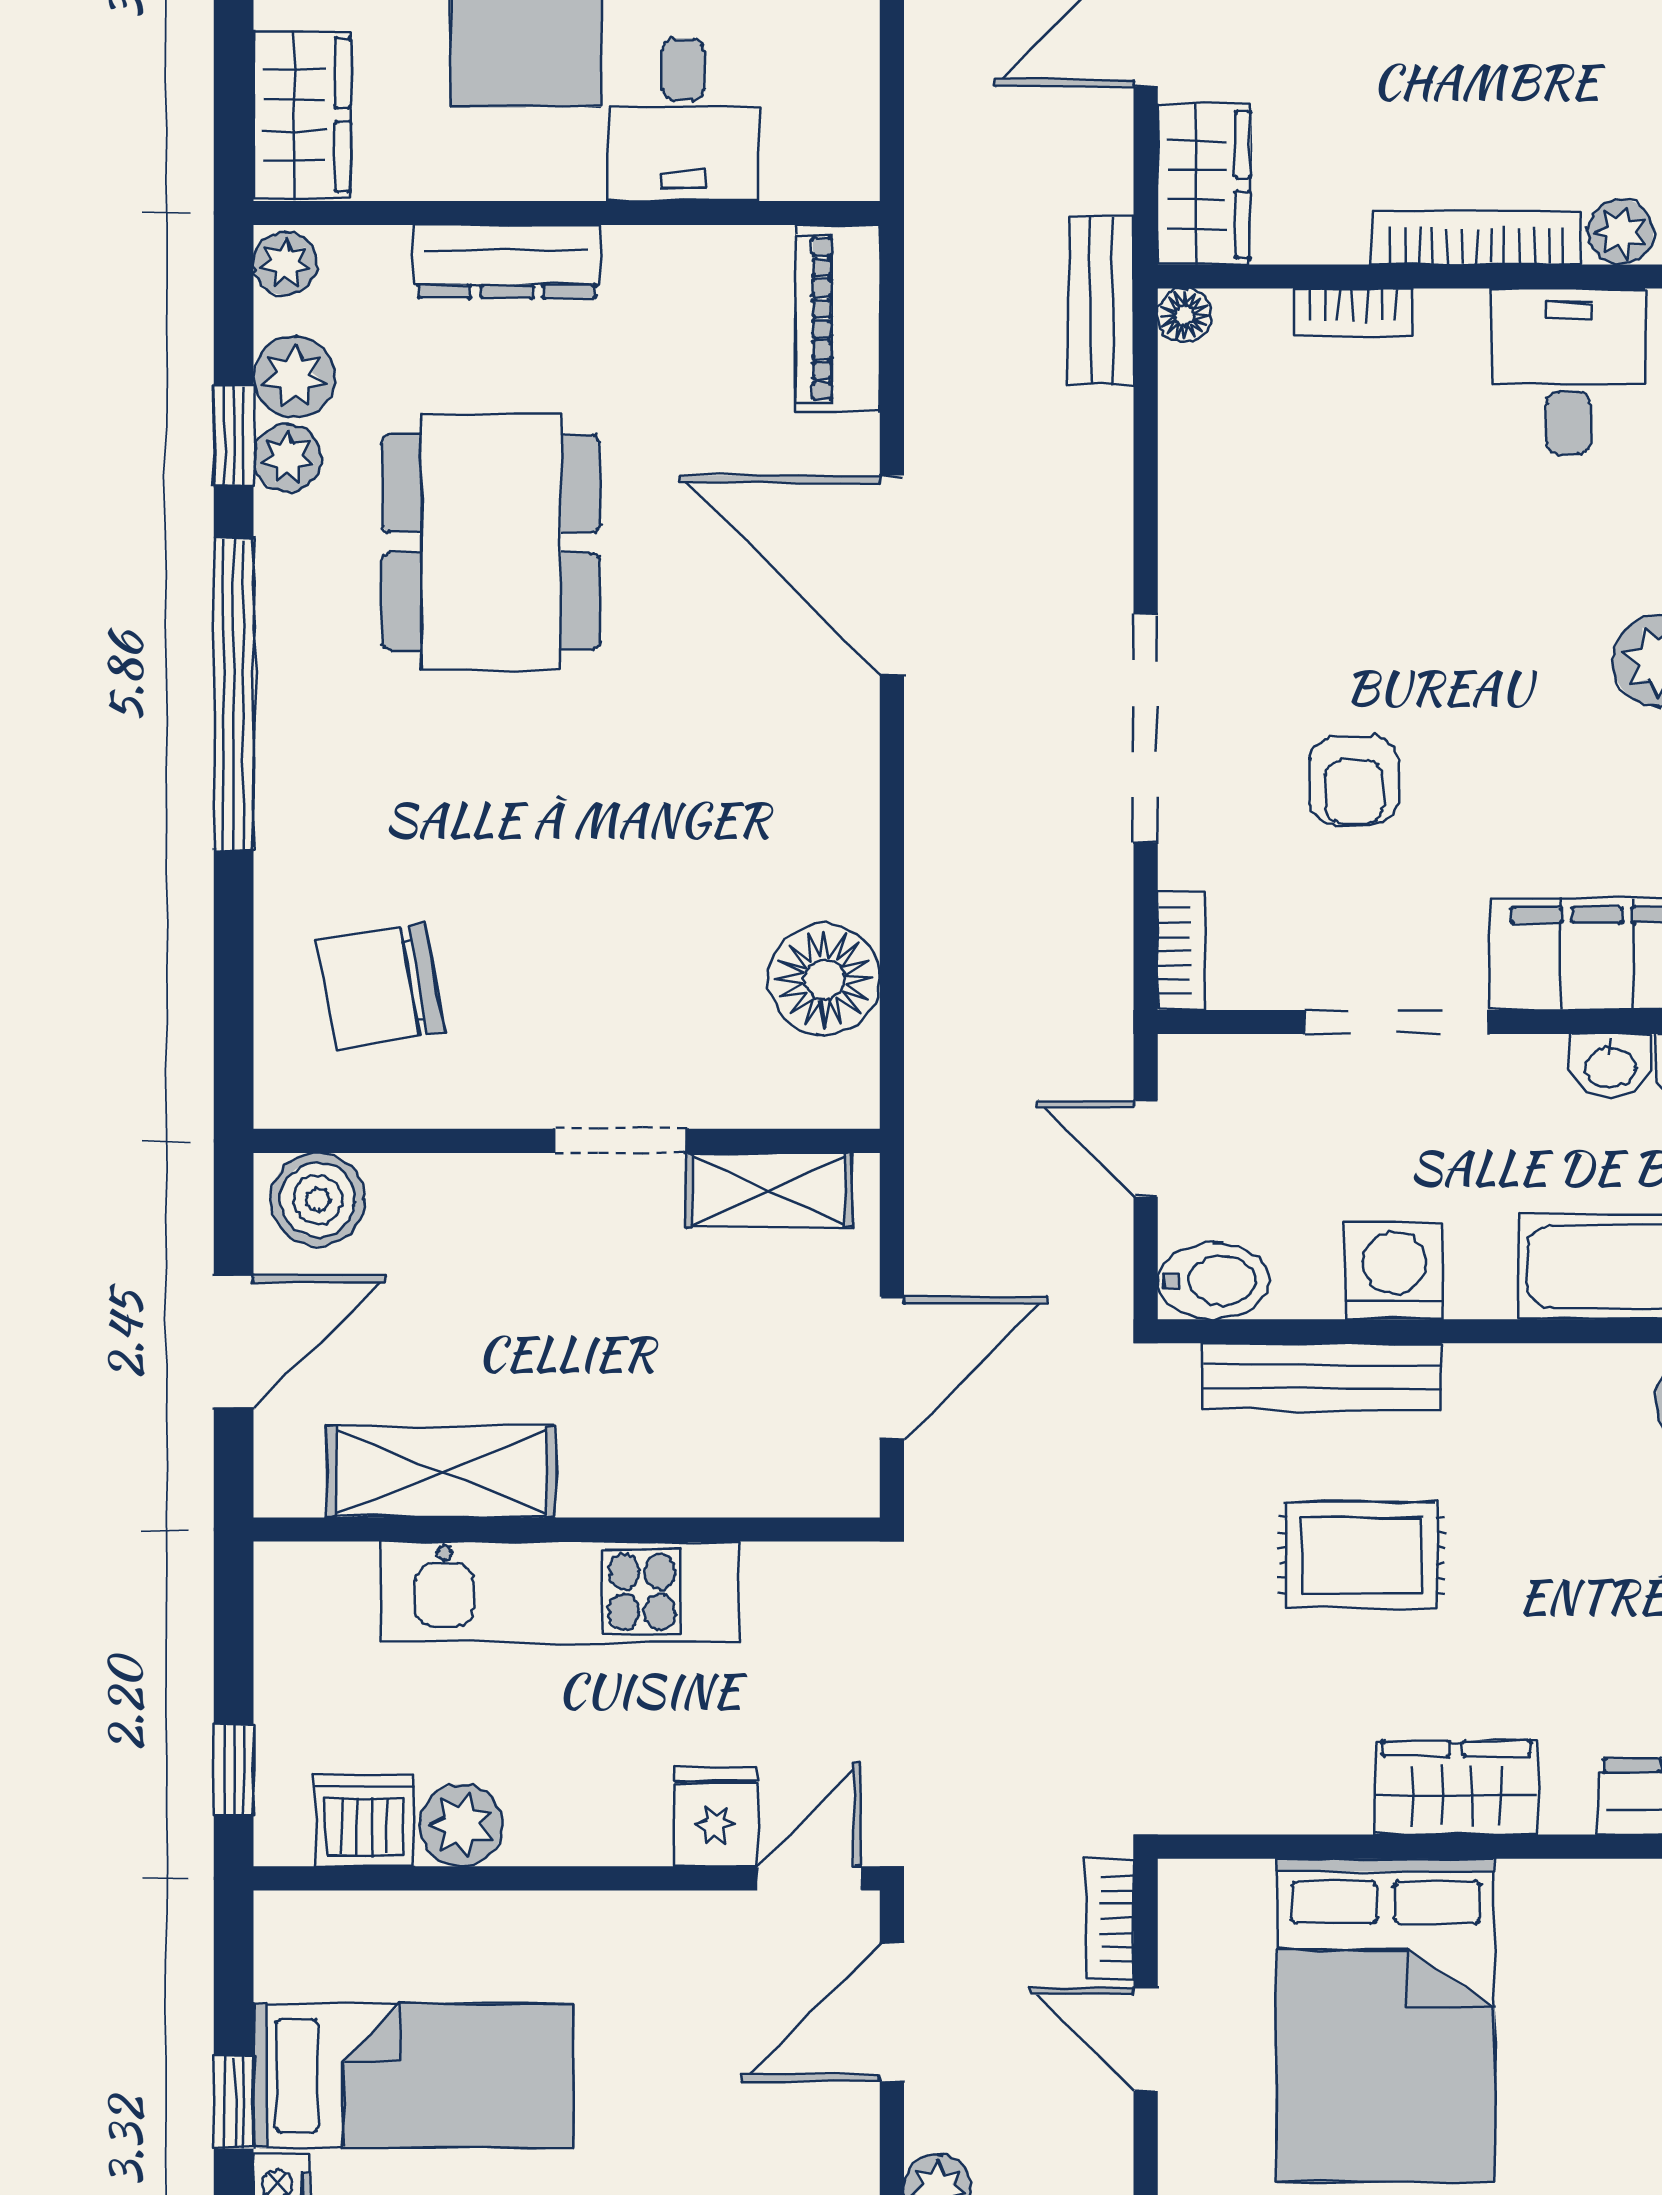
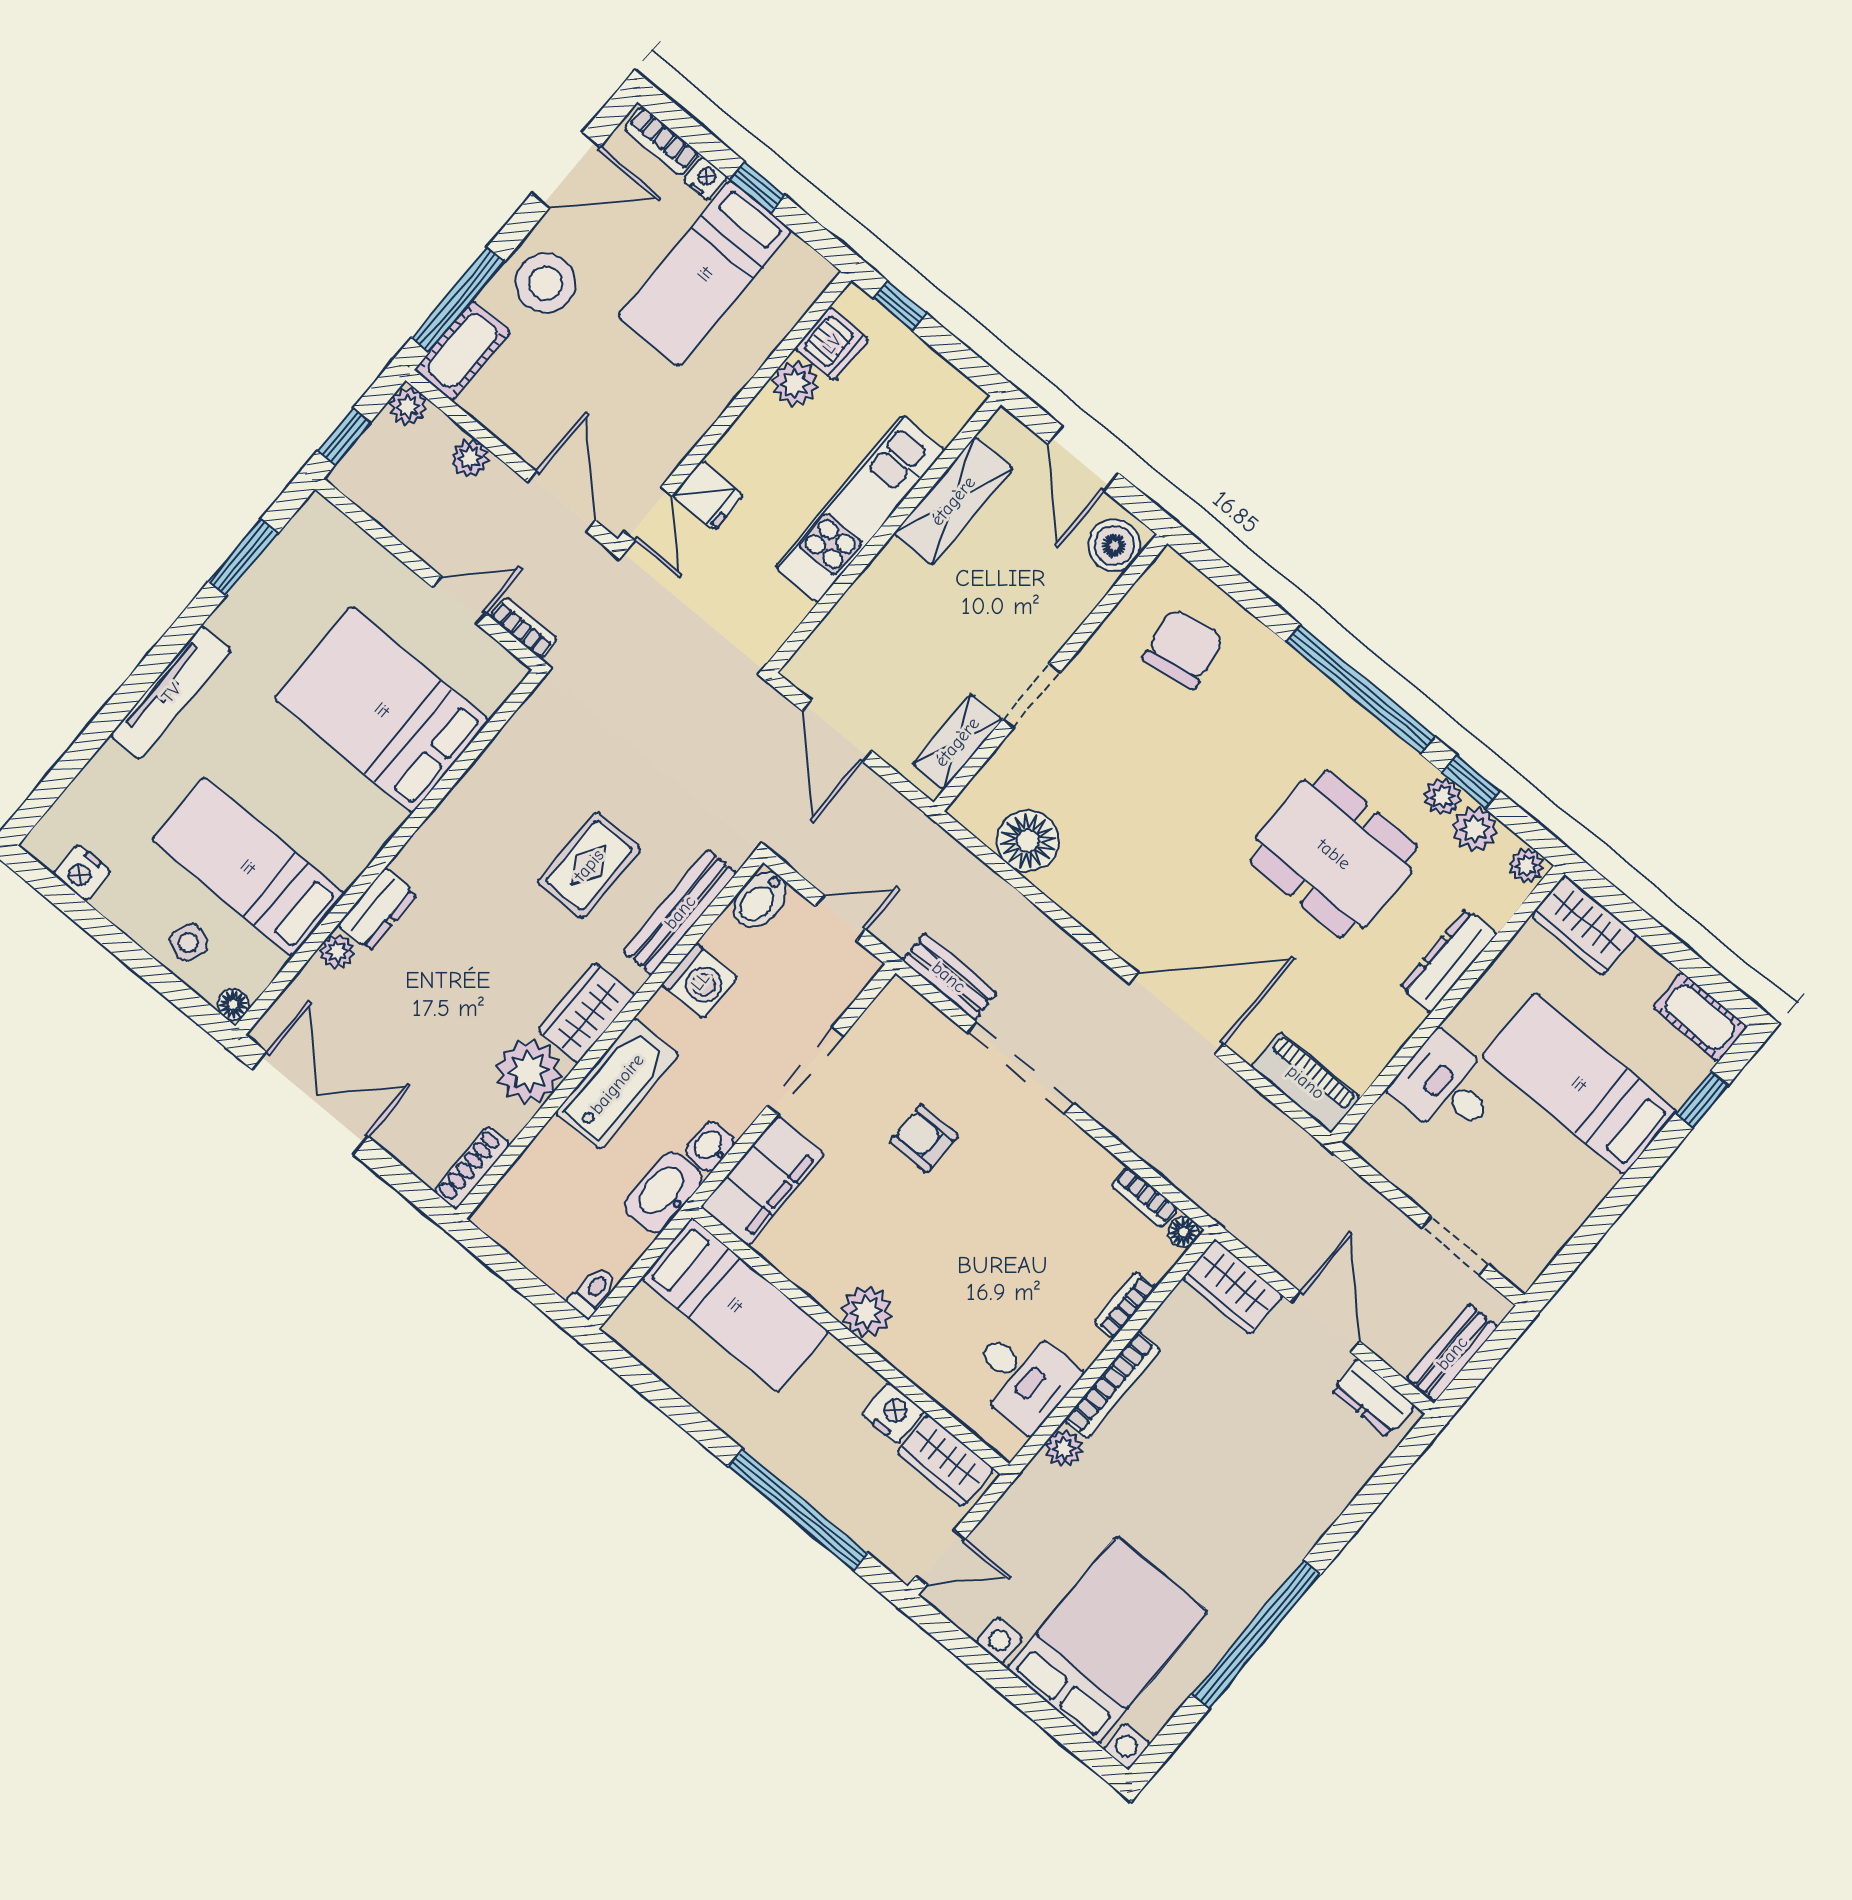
bench: (1102, 301) -> (949, 977), moved
bookcase: (1181, 950) -> (1145, 1197), moved
wardrobe: (1456, 1788) -> (586, 1013), moved, turned 180

